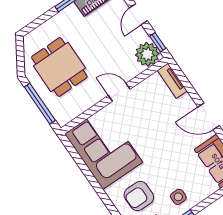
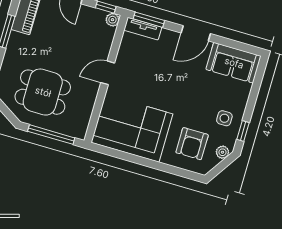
plant: (147, 54) -> (113, 20), width x0.53, depth x0.53
window: (182, 78) -> (149, 20), added

